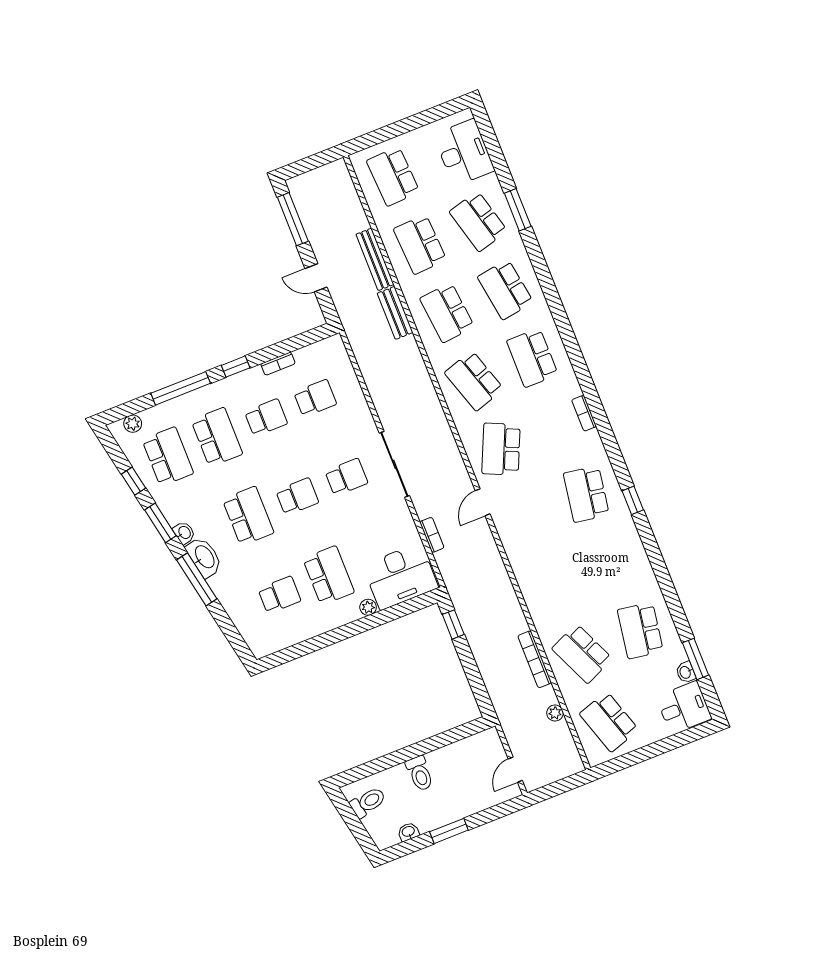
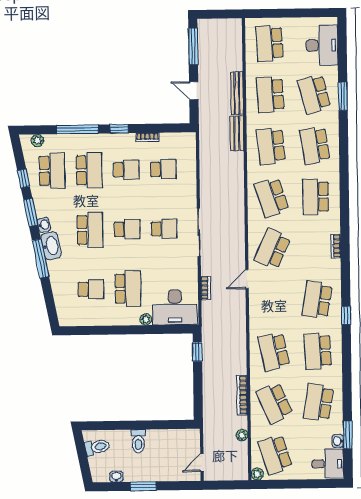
school desk: (613, 562) -> (318, 351), added
school desk: (555, 585) -> (274, 352), added
plant: (595, 757) -> (257, 474), added

